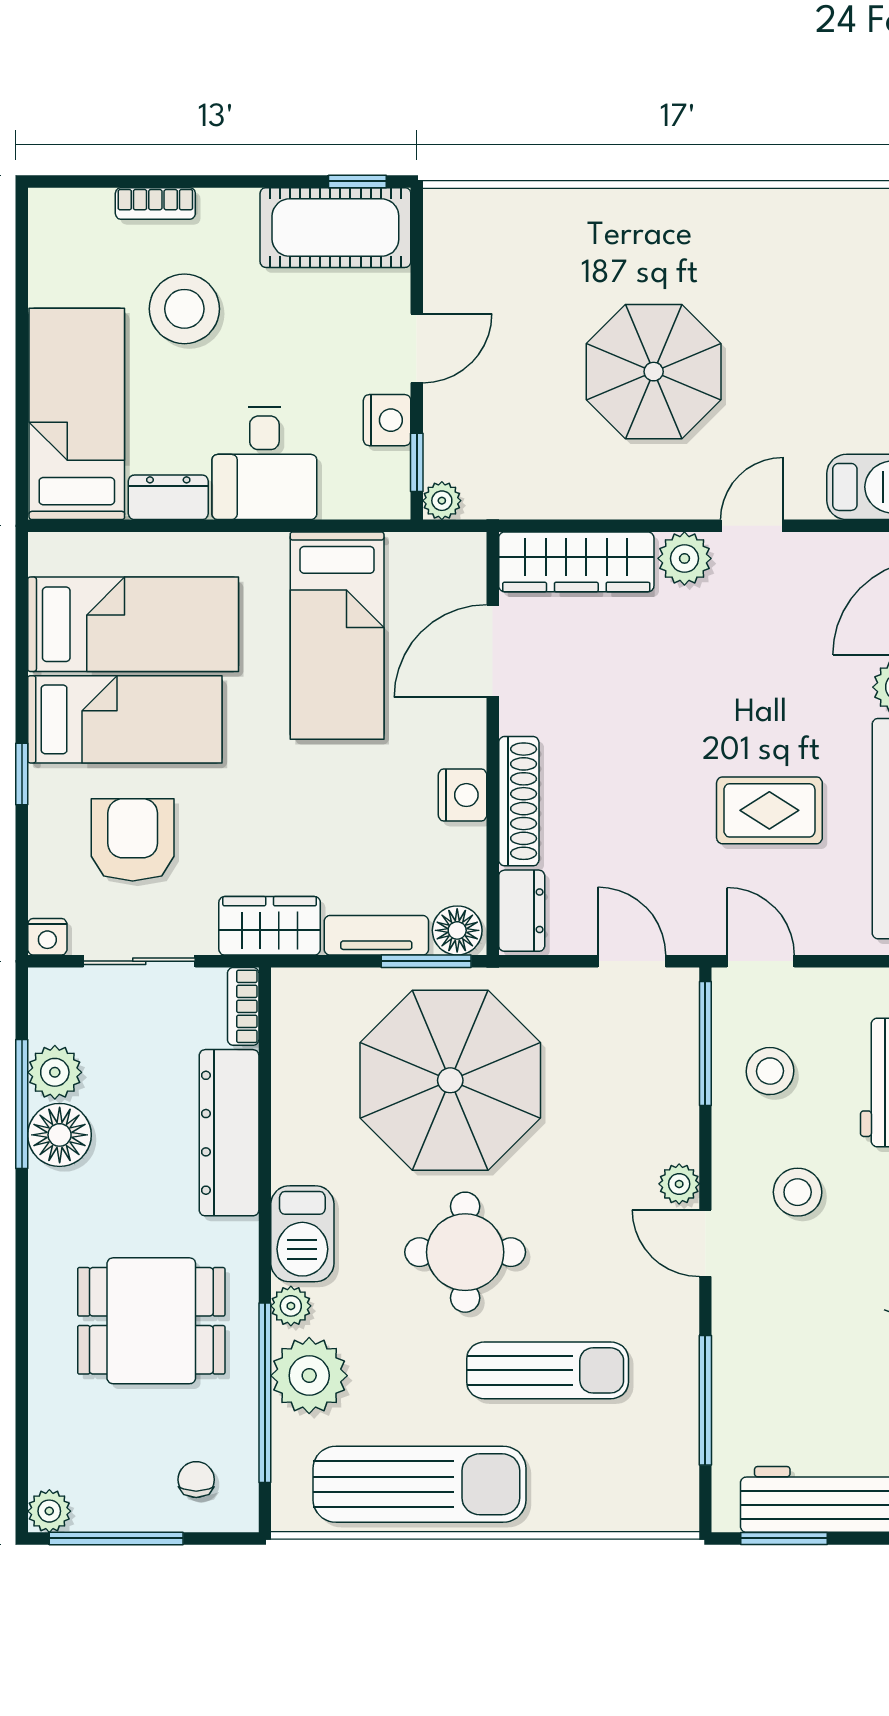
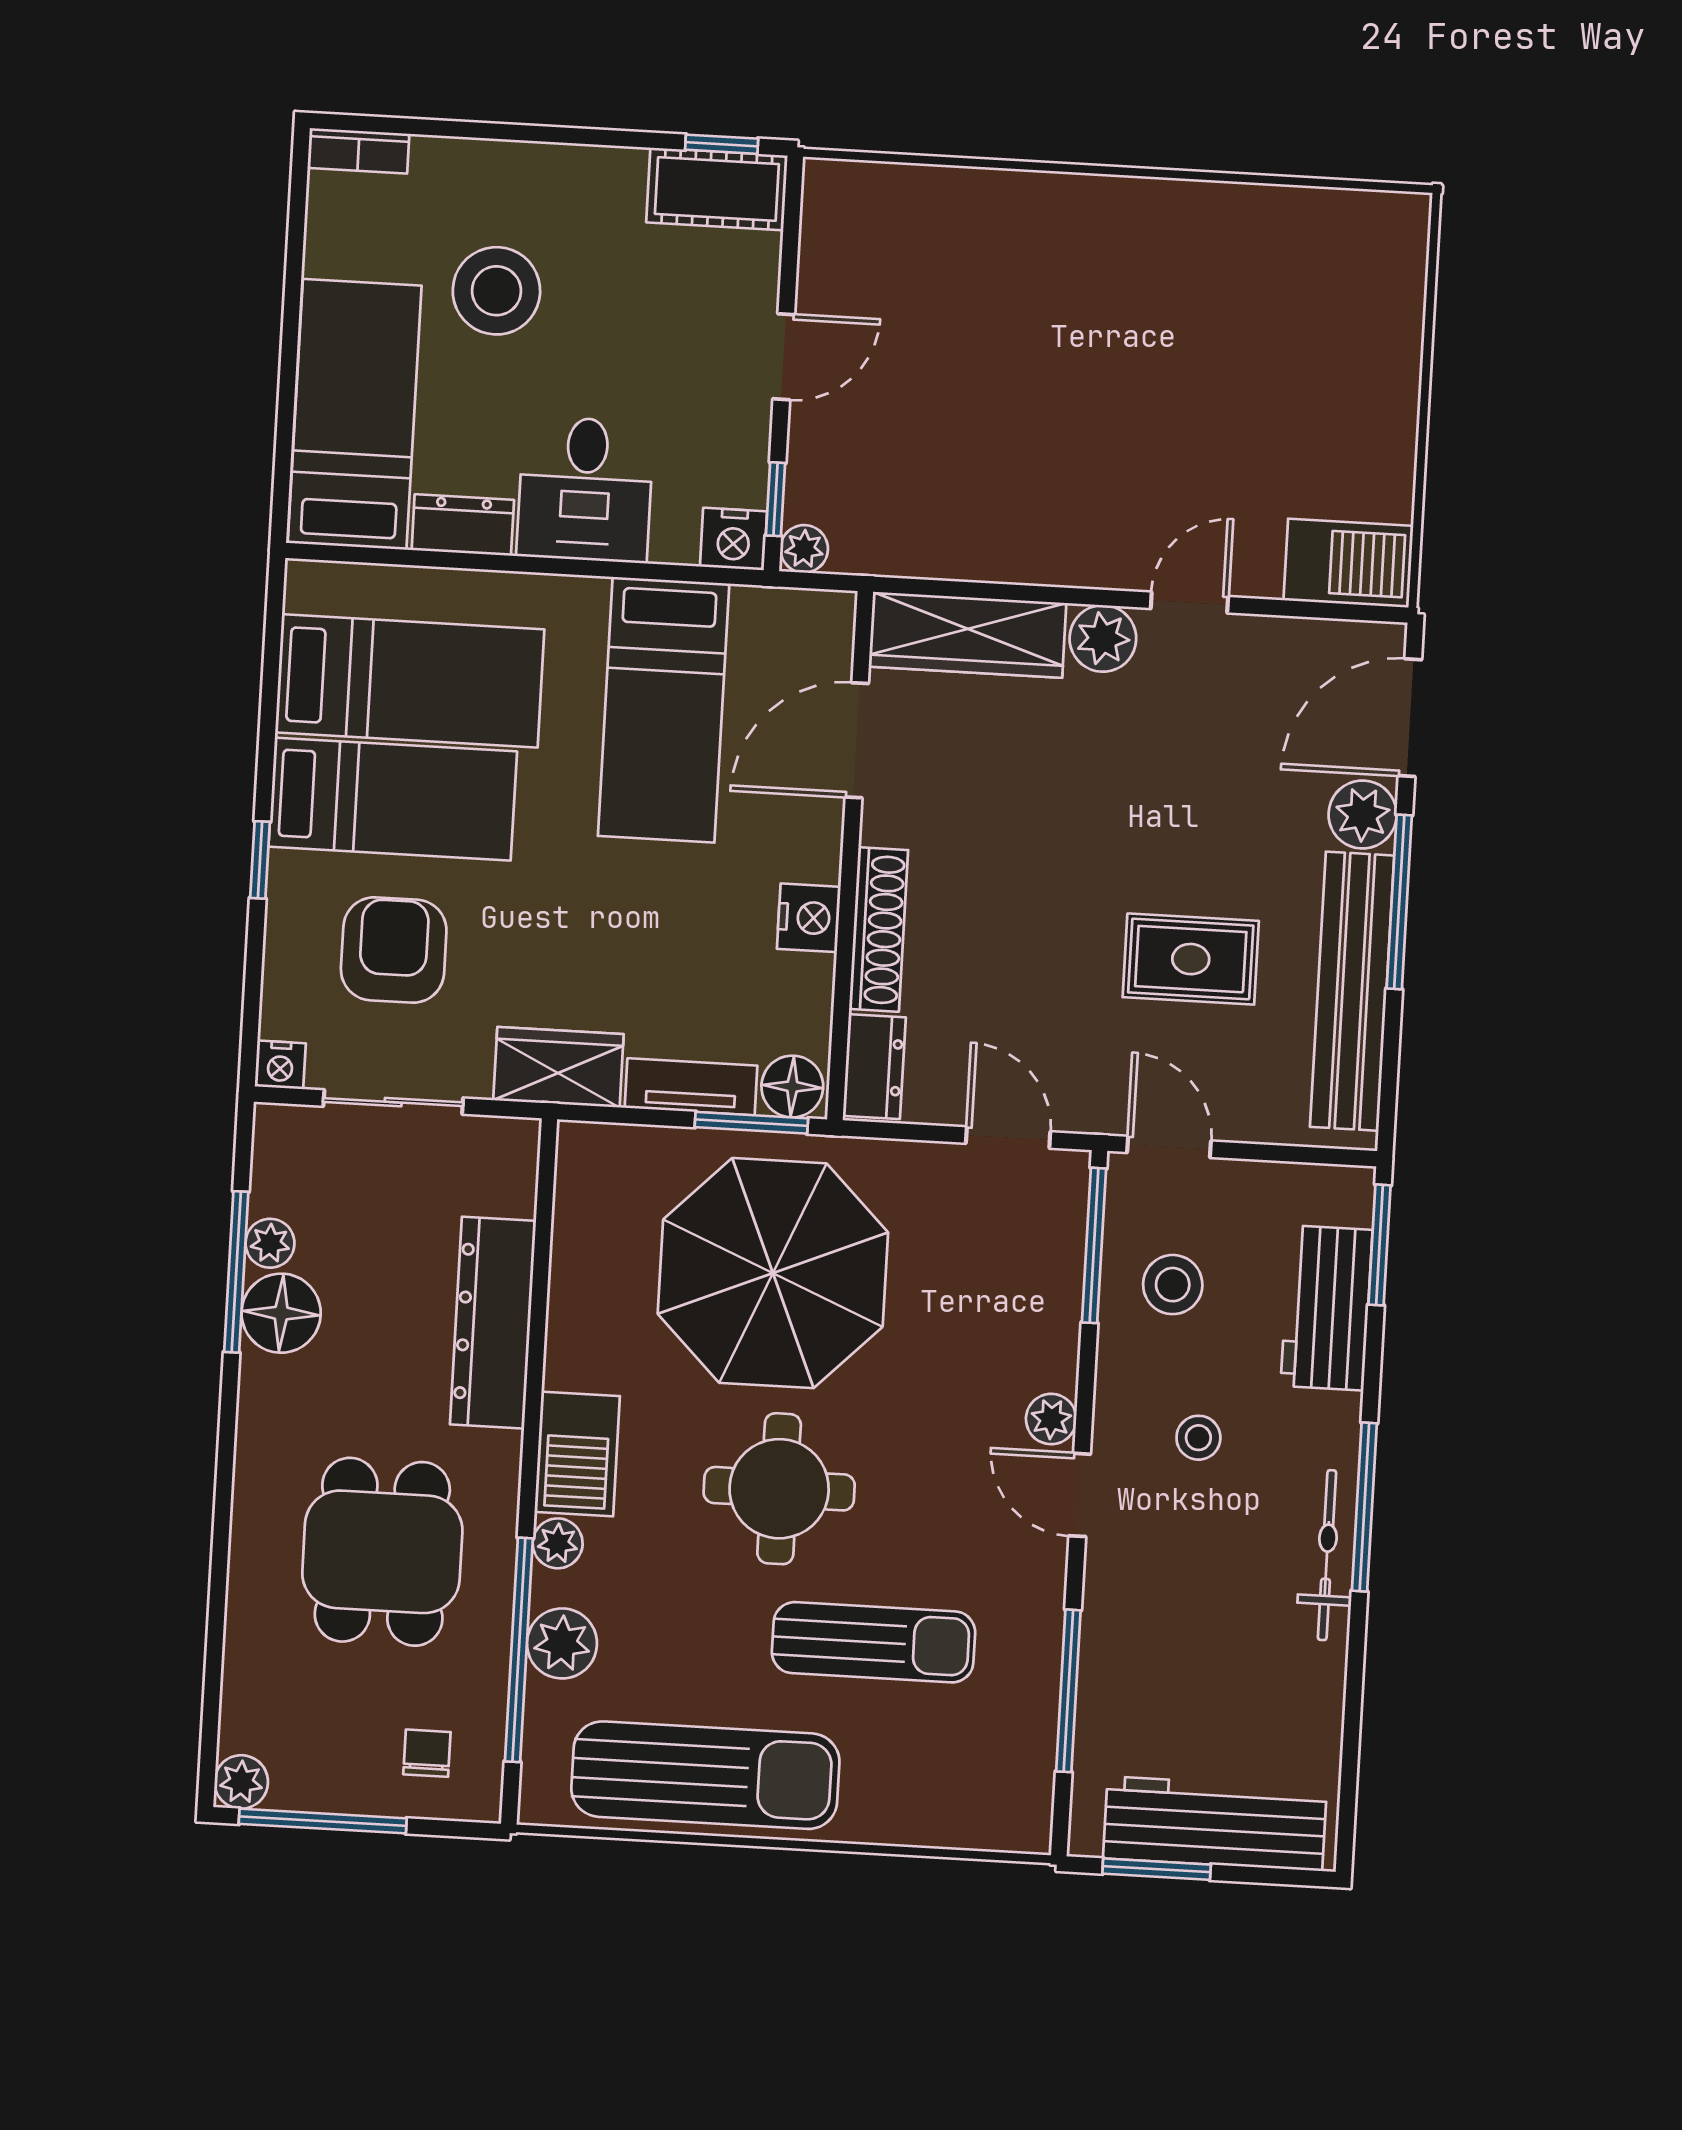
bookcase: (155, 203) -> (358, 151), moved
cot: (335, 228) -> (717, 189), width x0.73, depth x0.75
parasol: (654, 372) -> (1078, 403), removed
nightstand: (387, 420) -> (733, 539), moved, turned 90
bookcase: (243, 1006) -> (520, 1166), removed
plant: (55, 1072) -> (270, 1243), width x0.73, depth x0.73
stool: (798, 1192) -> (1198, 1438), width x0.73, depth x0.73
dining table: (151, 1321) -> (382, 1552), turned 90
plant: (309, 1376) -> (562, 1643), width x0.73, depth x0.73

